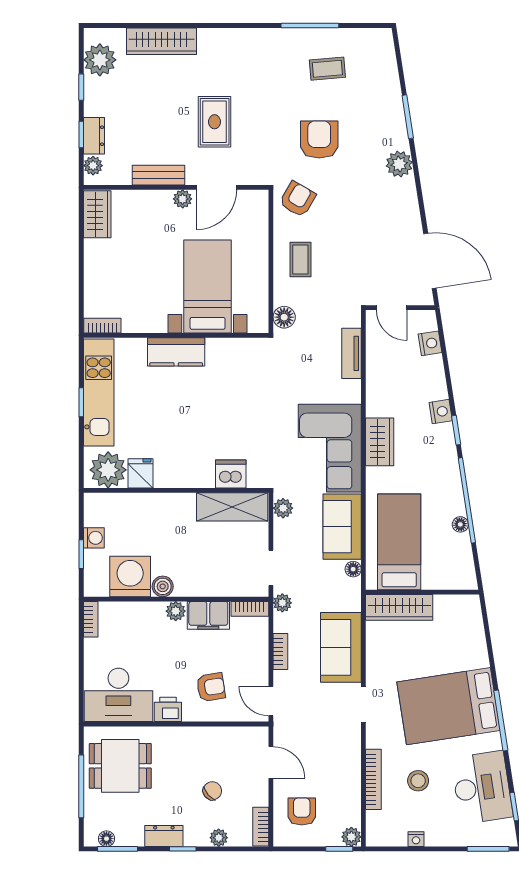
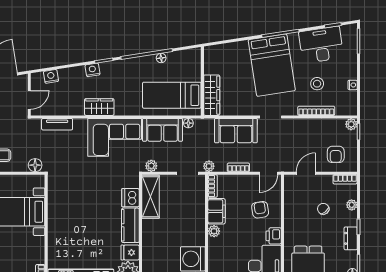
kitchen counter: (176, 352) -> (130, 225), moved, turned 180
wardrobe: (380, 442) -> (99, 107), moved
boiler: (163, 586) -> (199, 239), removed
armchair: (302, 811) -> (336, 154), turned -90

